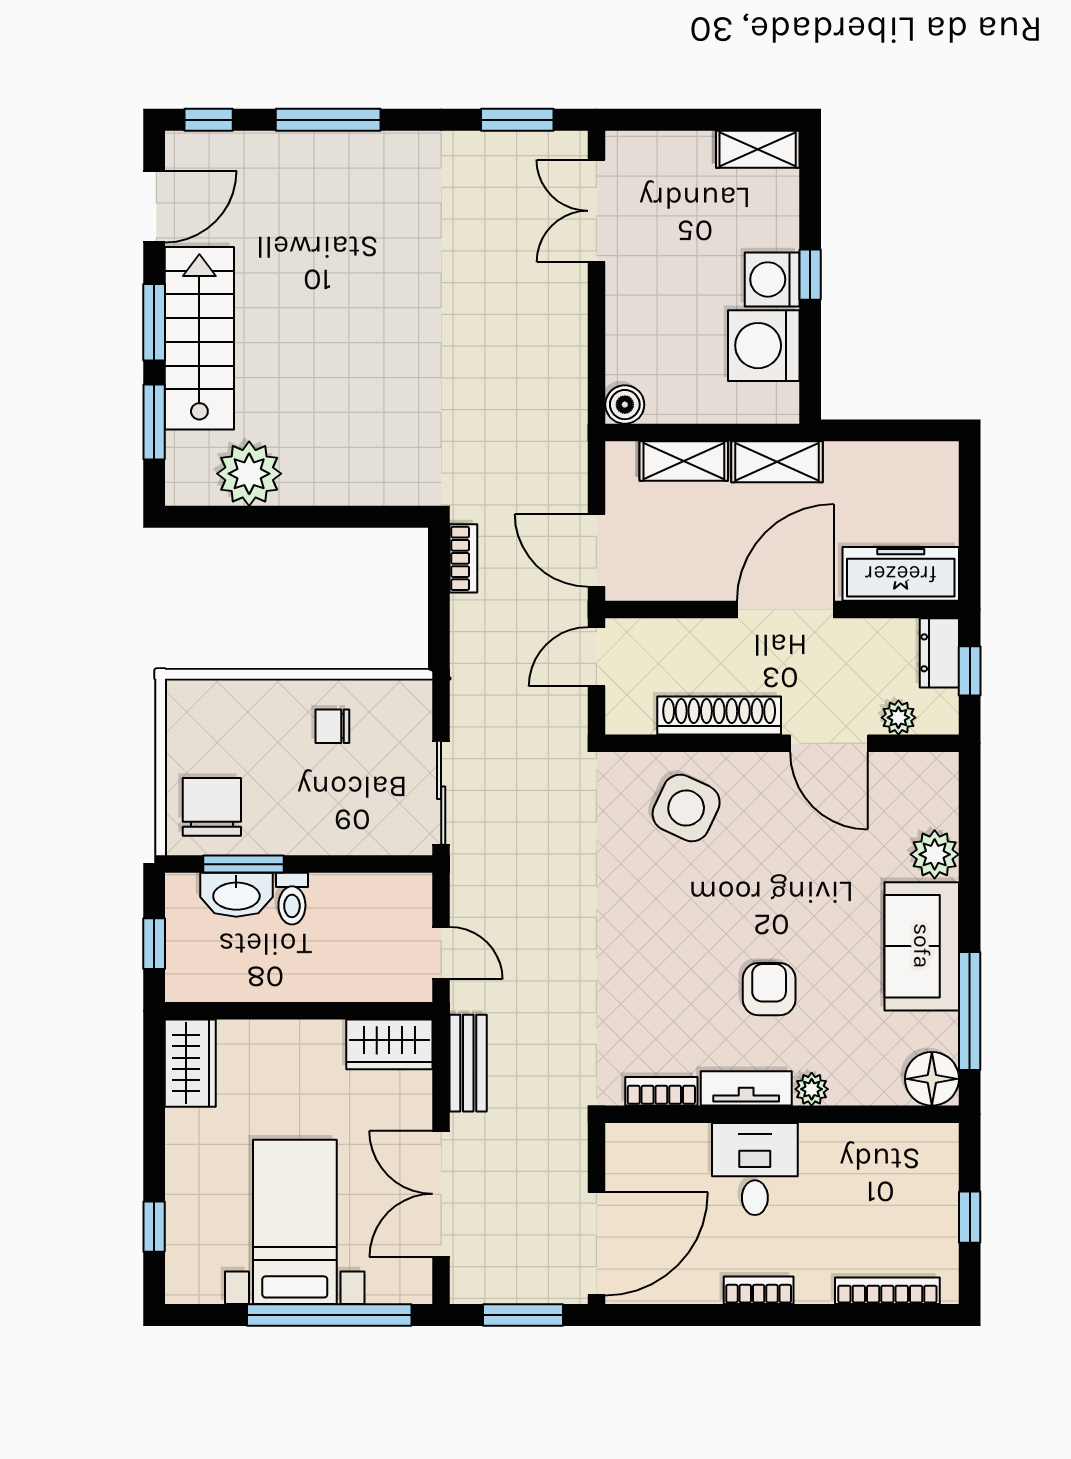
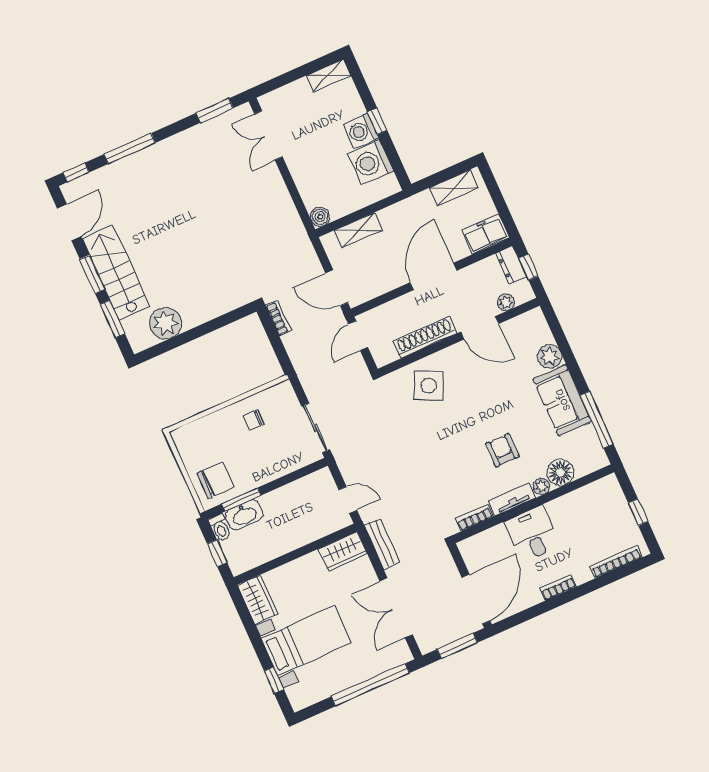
shelving: (777, 462) -> (454, 188), moved
freezer: (901, 574) -> (485, 234), width x0.71
chair: (212, 807) -> (216, 480), turned 90
toilet: (292, 899) -> (220, 528), moved
floor lamp: (932, 1079) -> (560, 472), moved
bed with nightstands: (295, 1222) -> (306, 641), moved, turned 90

